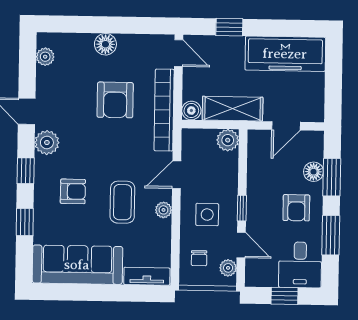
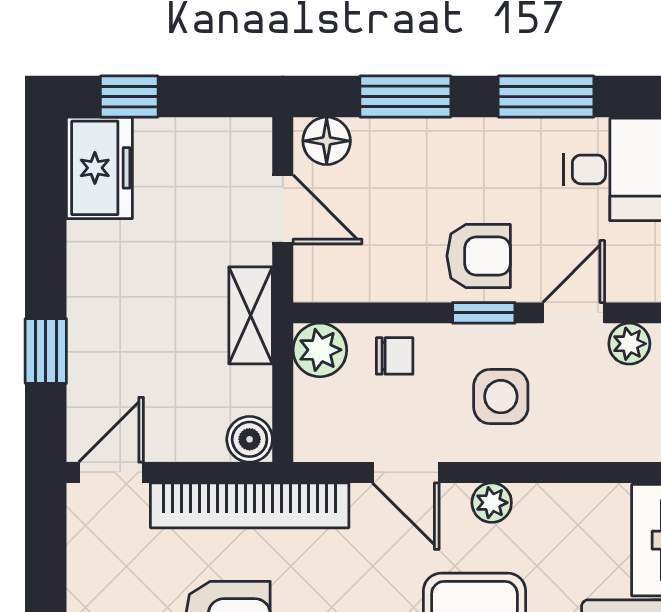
freezer: (285, 54) -> (99, 168), width x0.52, depth x0.79
window: (334, 63) -> (129, 97), added
shelving: (233, 109) -> (251, 315), width x0.67, depth x0.75
floor lamp: (313, 172) -> (327, 141), moved
armchair: (296, 208) -> (479, 256), moved
chair: (199, 258) -> (395, 356), moved

